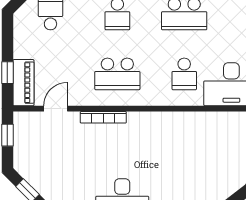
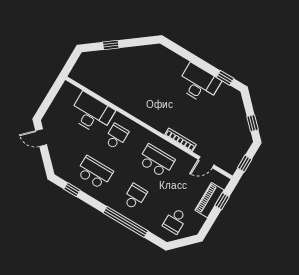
piano: (23, 83) -> (210, 200), moved

